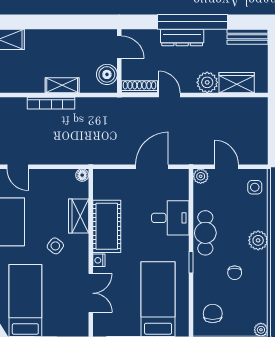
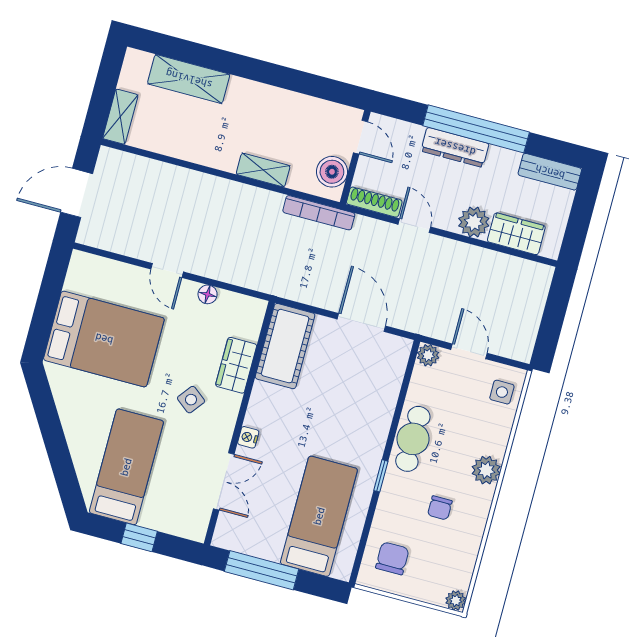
bookcase: (51, 103) -> (319, 213), moved
door: (152, 167) -> (361, 323), hinge flipped
floor lamp: (82, 175) -> (208, 294), moved
desk: (170, 218) -> (368, 404), removed
cot: (107, 226) -> (285, 346), moved

